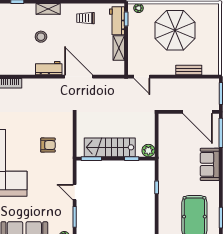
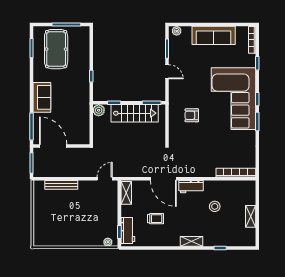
trolley: (86, 18) -> (155, 219), moved
parasol: (175, 30) -> (74, 222), removed
stool: (41, 37) -> (215, 206), moved
shelving: (119, 48) -> (126, 193), moved
bench: (189, 70) -> (61, 185), width x1.36
door: (142, 77) -> (105, 179), hinge flipped

